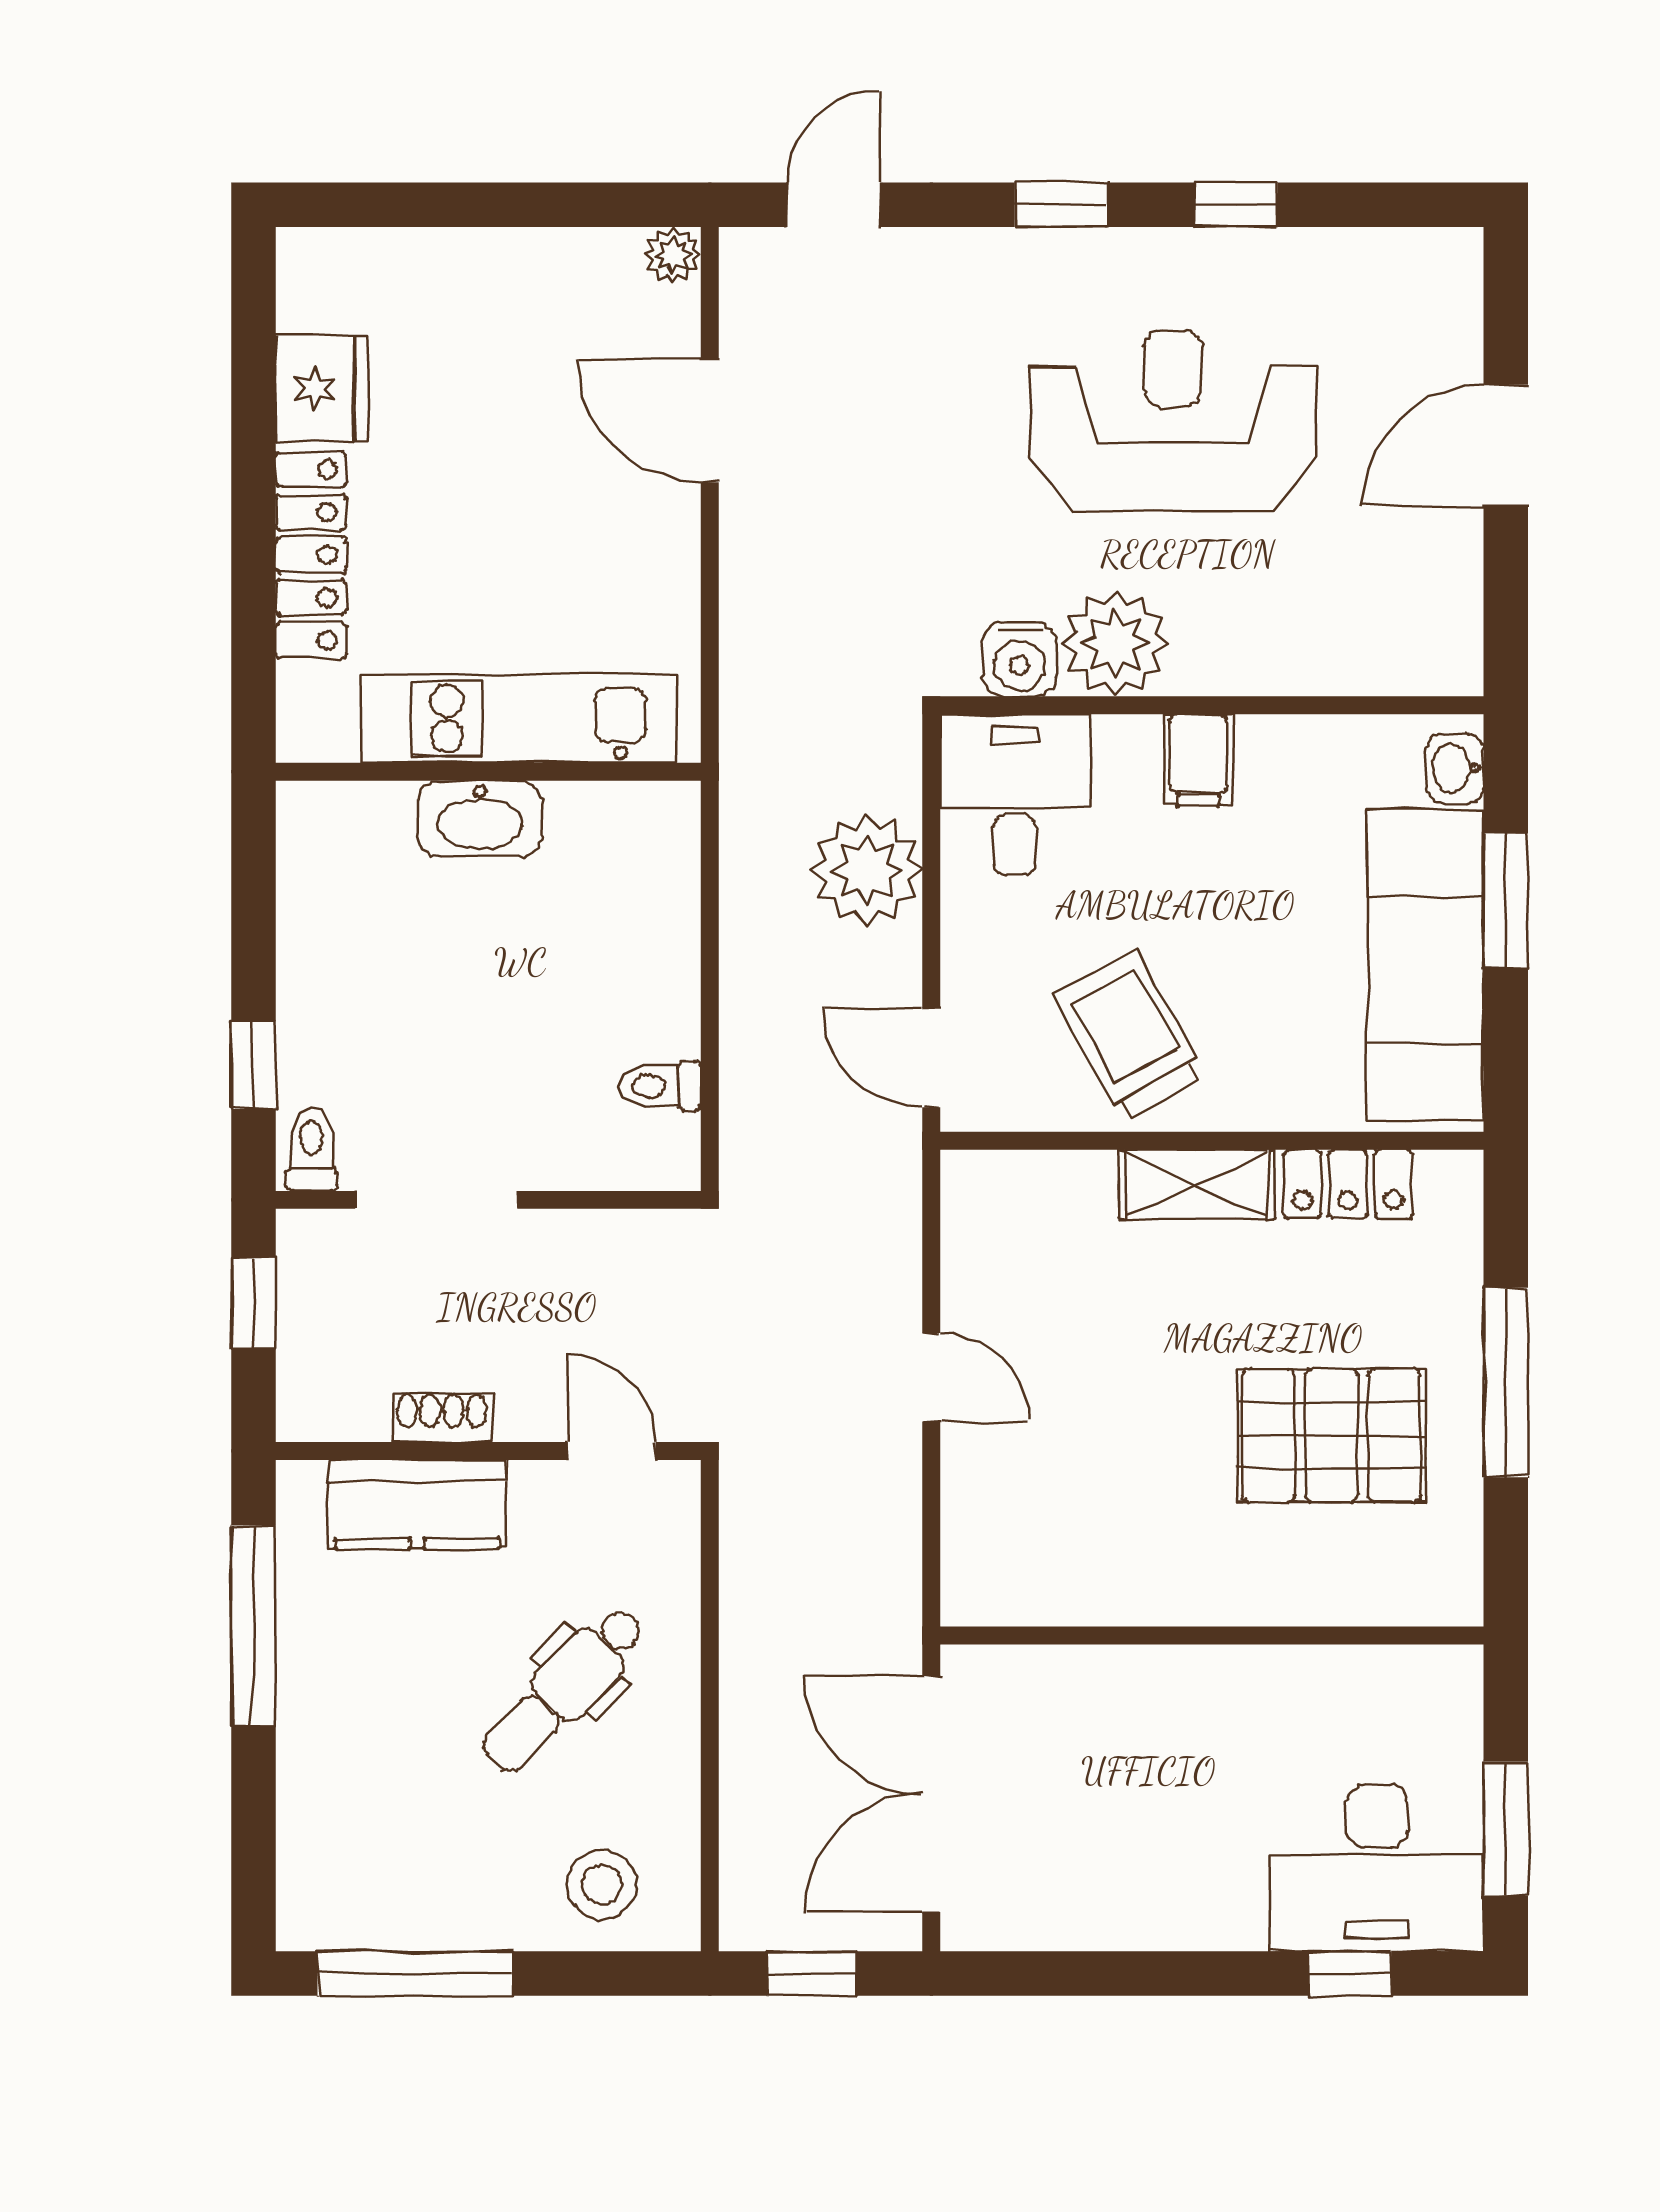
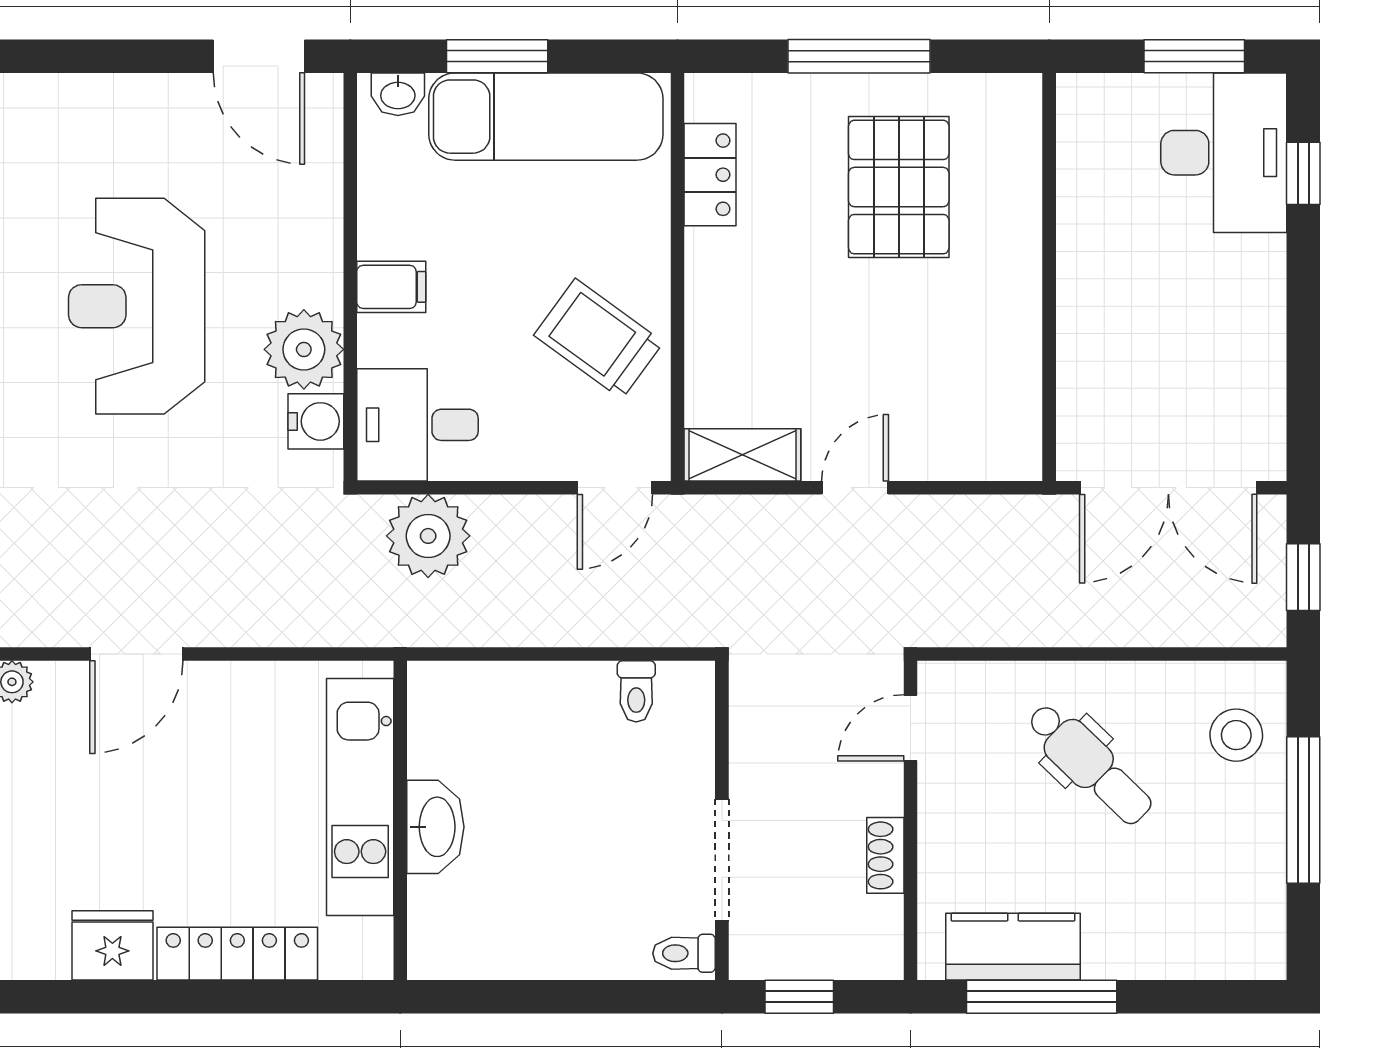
door: (1506, 445) -> (259, 56), moved
plant: (867, 870) -> (428, 536), moved
trolley: (1130, 1036) -> (599, 339), turned 65
window: (254, 1065) -> (621, 997), removed
shelving: (1196, 1185) -> (742, 455), moved, turned 90
kitchen counter: (417, 1504) -> (1013, 947), moved, turned -90
window: (415, 1974) -> (1303, 810), moved

